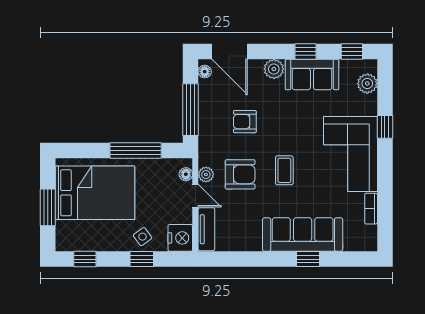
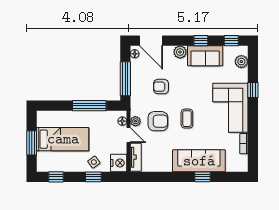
bed: (95, 193) -> (63, 139), width x0.67

